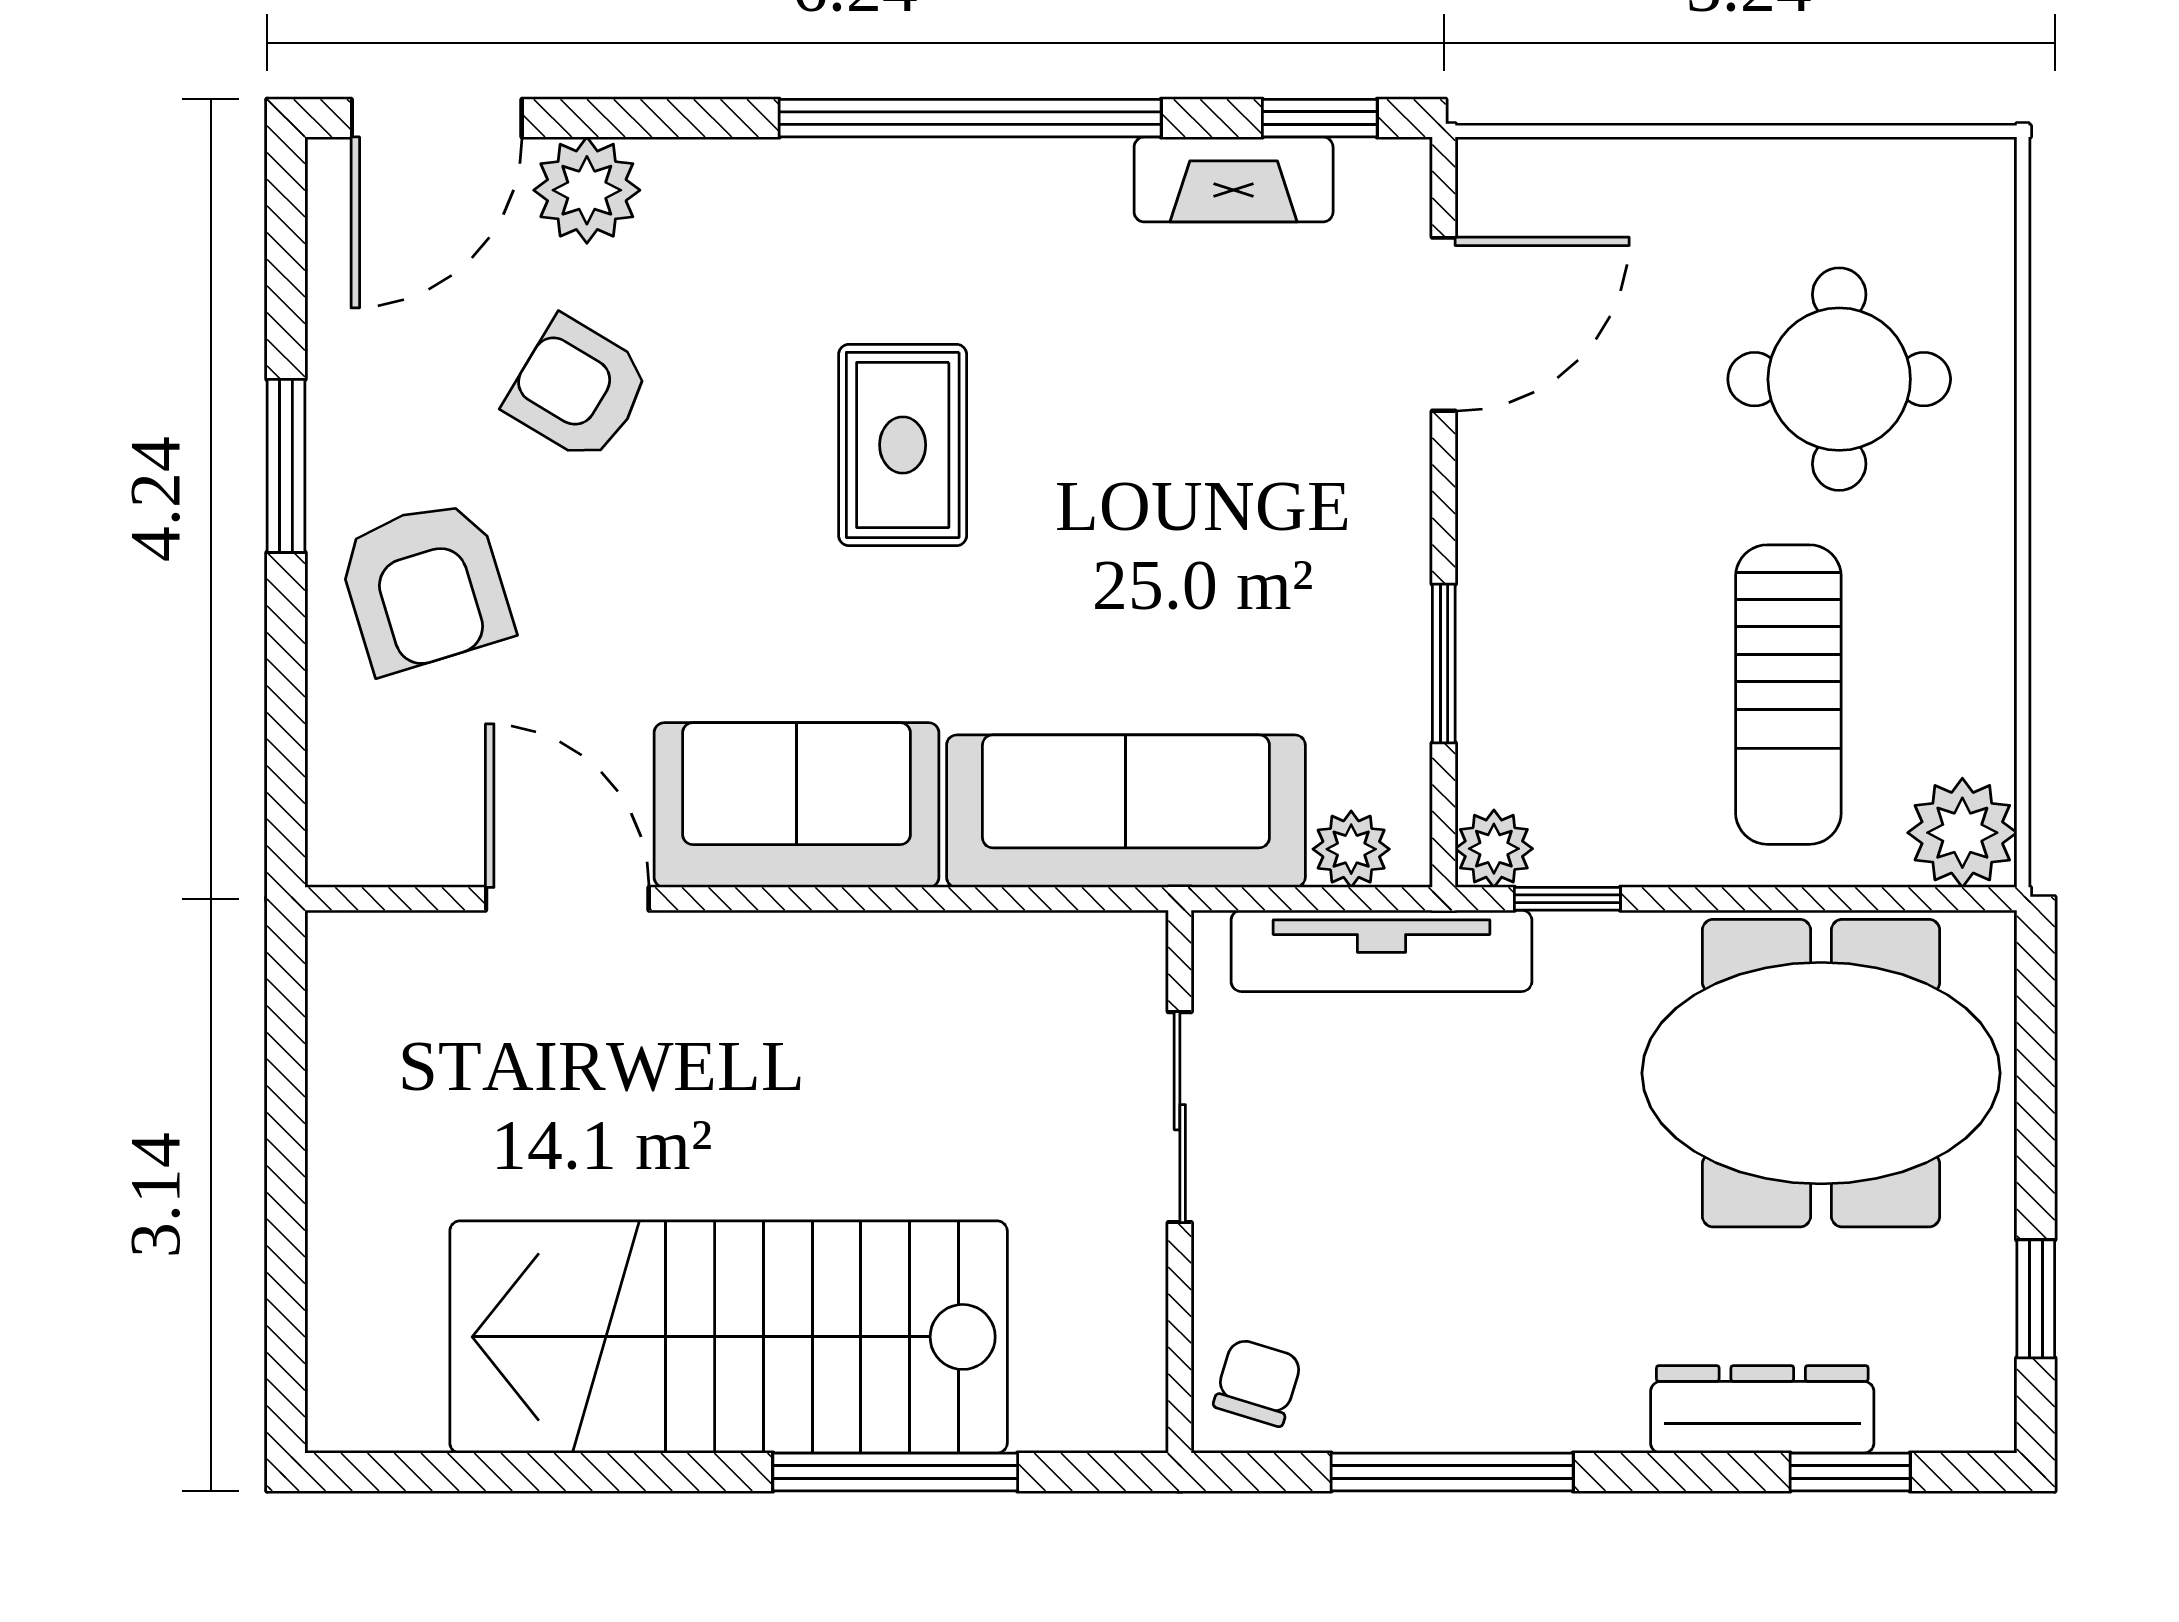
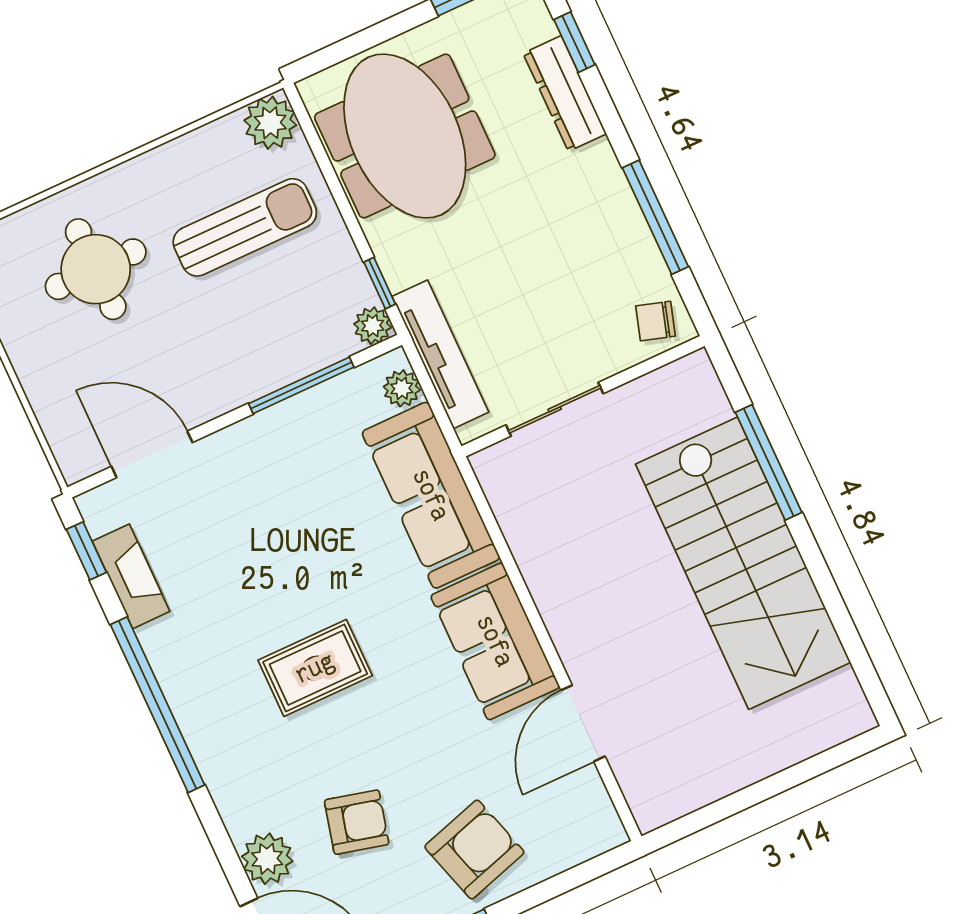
armchair: (578, 389) -> (357, 822), turned -107
window: (1444, 664) -> (301, 385), width x1.44

